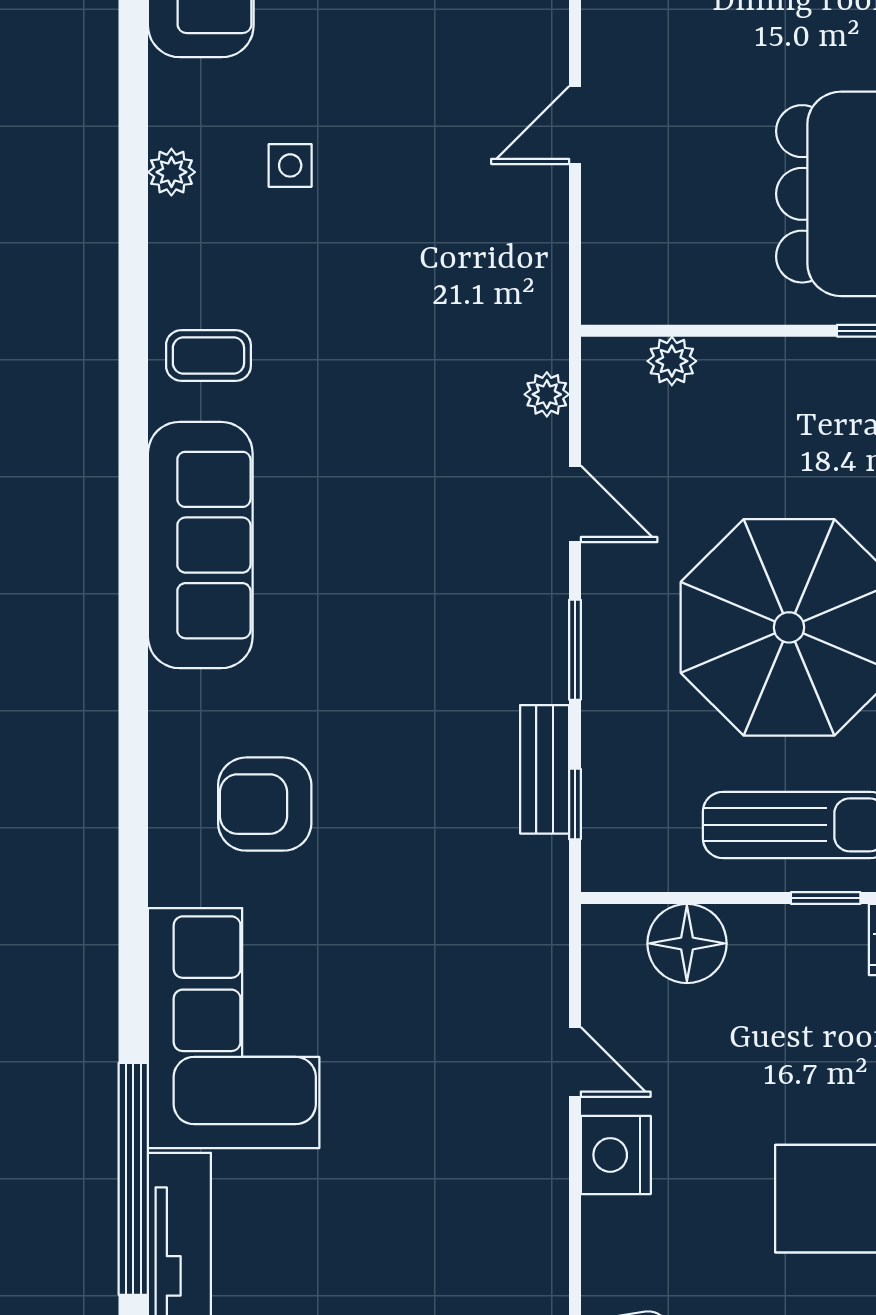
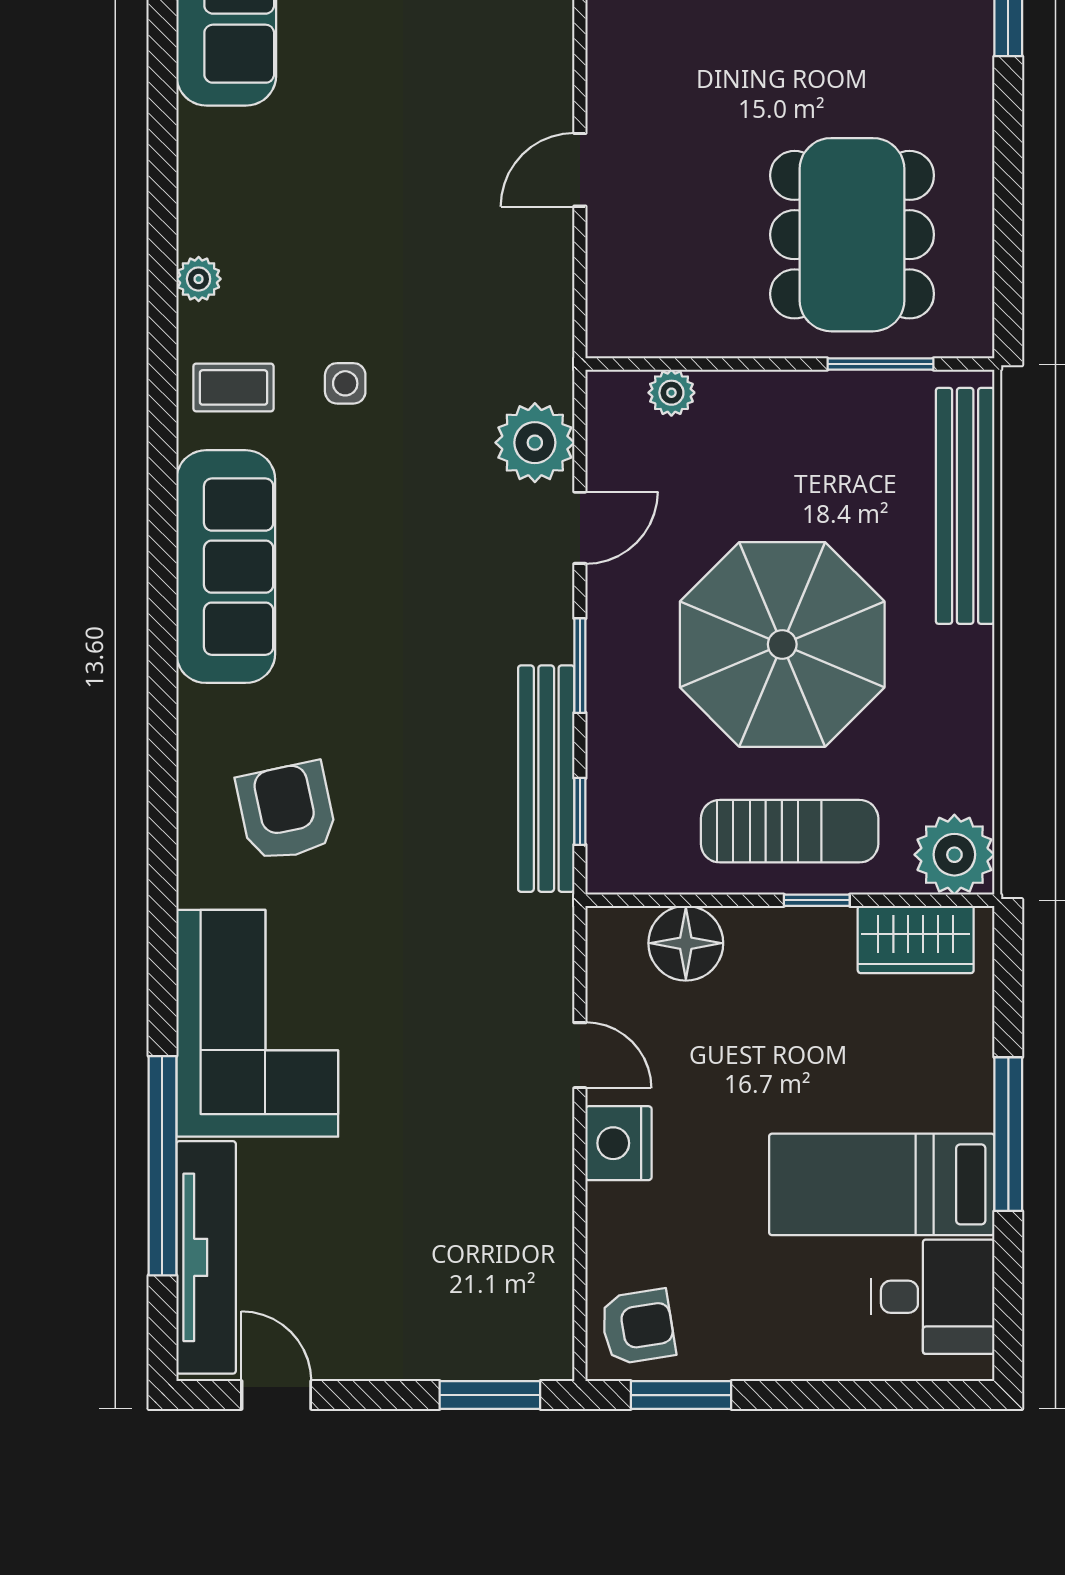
side table: (290, 165) -> (345, 383), moved
plant: (171, 172) -> (199, 279), moved
plant: (547, 394) -> (535, 443), width x1.88, depth x1.88
door: (575, 504) -> (580, 528), hinge flipped
bench: (545, 769) -> (546, 779), width x1.86, depth x1.21
armchair: (265, 804) -> (287, 811), turned 78

